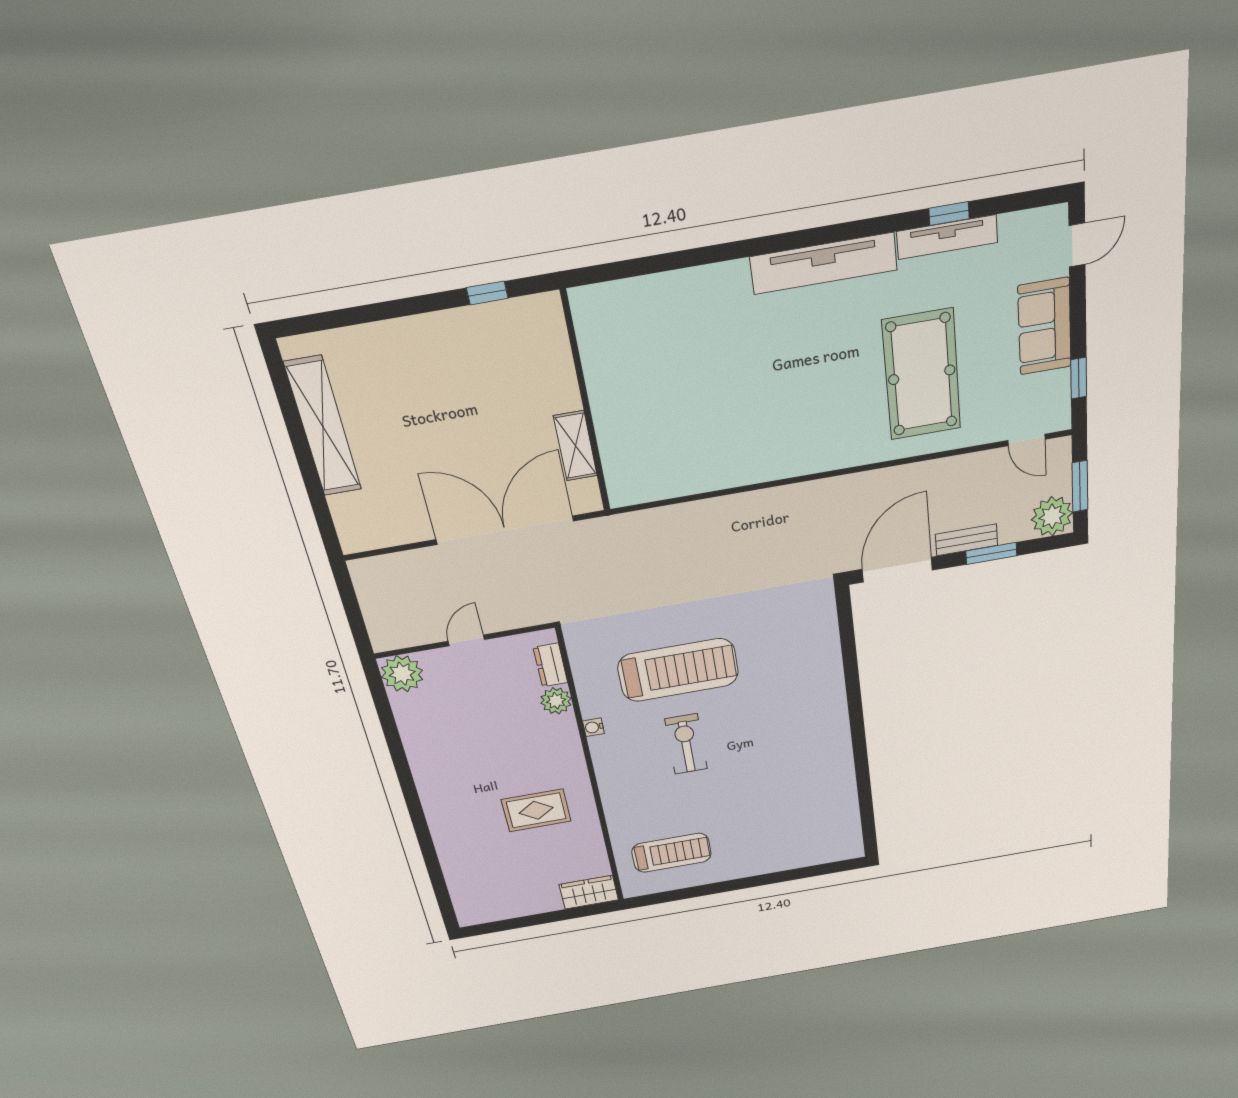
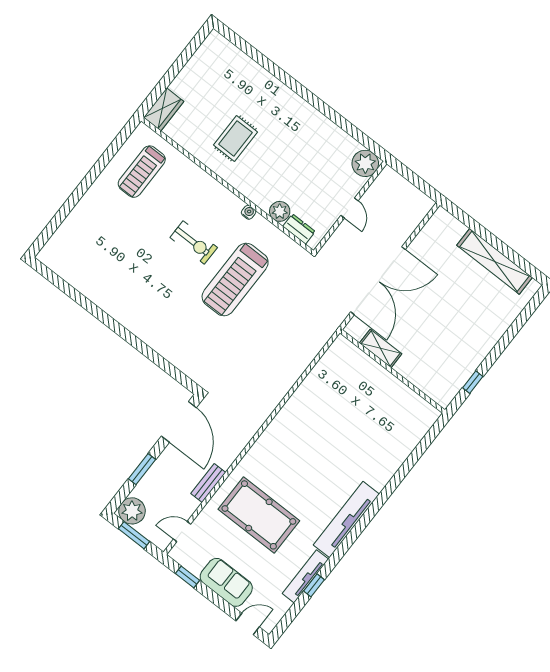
door: (1077, 245) -> (248, 624), swing flipped
bench: (967, 540) -> (208, 483), moved

